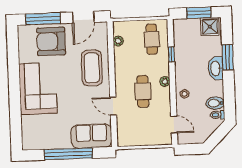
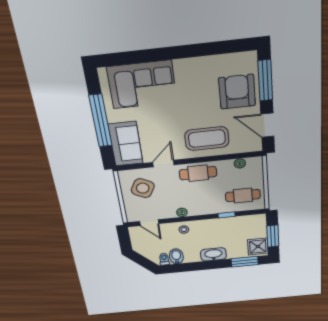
window: (228, 57) -> (245, 262), moved
plant: (165, 81) -> (182, 212), moved
corner sofa: (38, 88) -> (142, 85), moved
cafe table: (143, 91) -> (198, 173), moved
door: (174, 125) -> (149, 223), hinge flipped
side table: (137, 126) -> (143, 188), added

